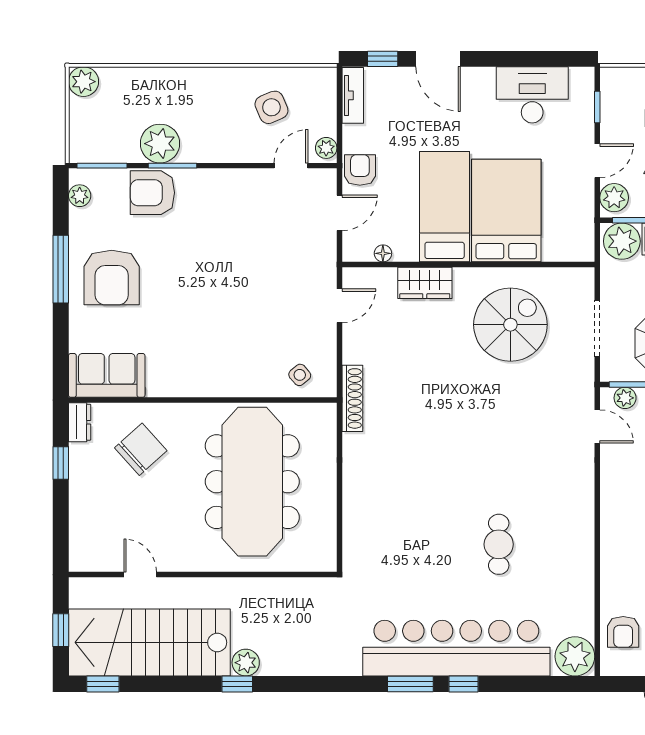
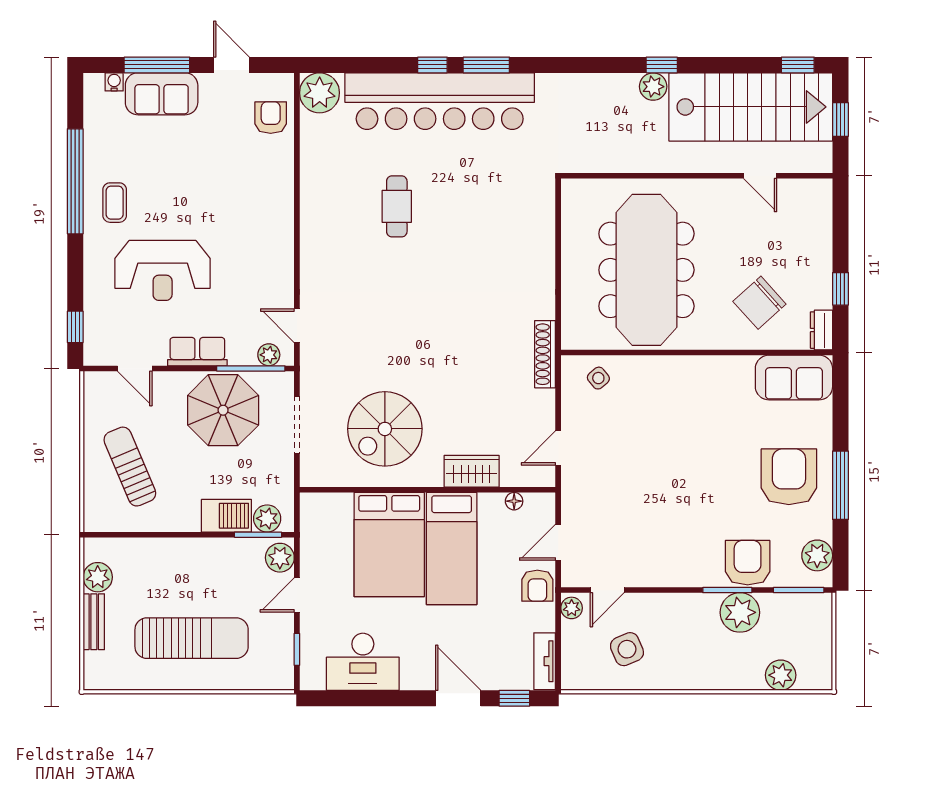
plant: (84, 82) -> (781, 675), moved
armchair: (152, 193) -> (748, 563), turned -90
plant: (80, 196) -> (817, 555), width x1.38, depth x1.38
plant: (622, 241) -> (267, 518), width x0.73, depth x0.73

